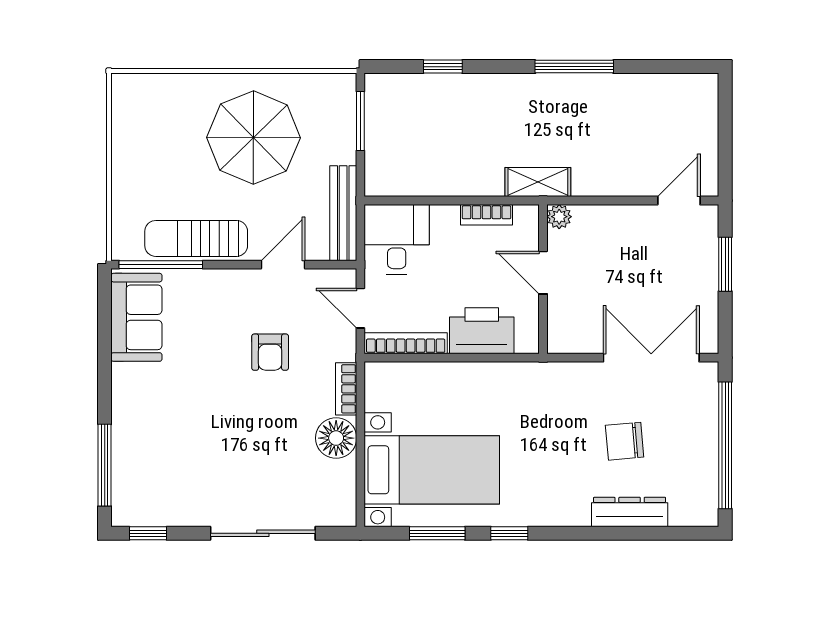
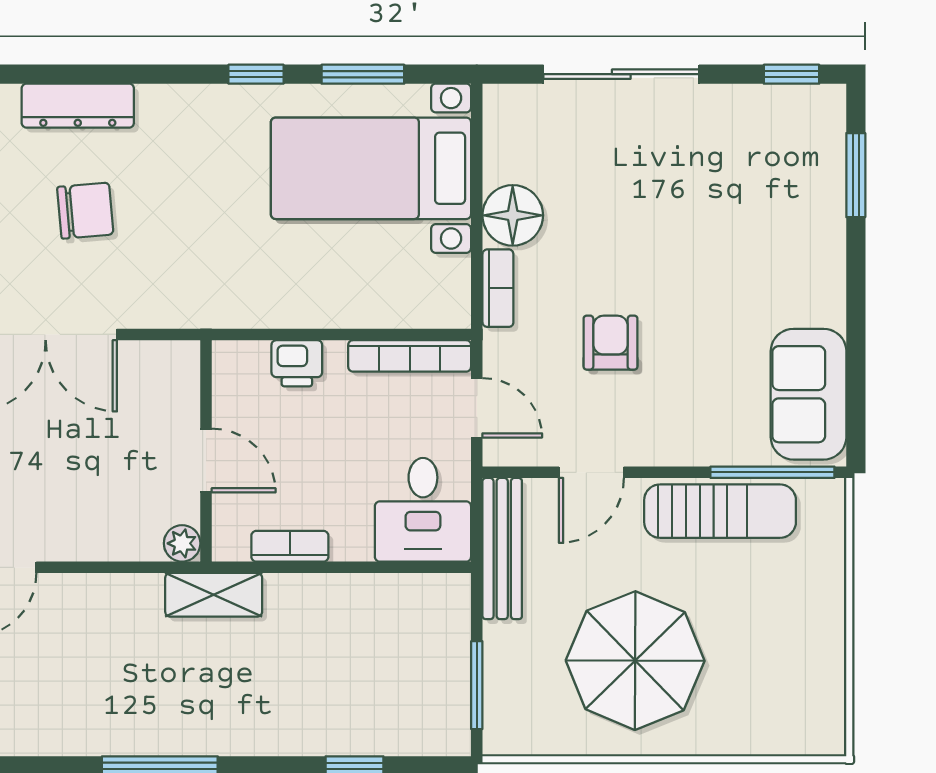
printer: (482, 331) -> (297, 363), width x0.53, depth x0.68
window: (105, 465) -> (856, 175), width x0.69

